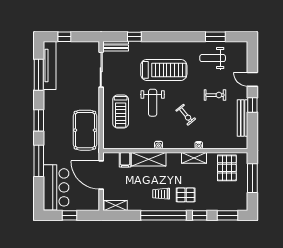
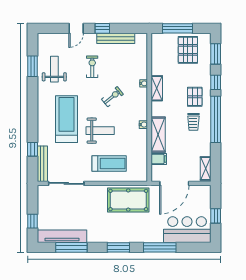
bench: (116, 46) -> (42, 164), width x1.36
weight bench: (213, 58) -> (54, 69), turned 180
pallet: (227, 168) -> (188, 50), moved, turned 90

